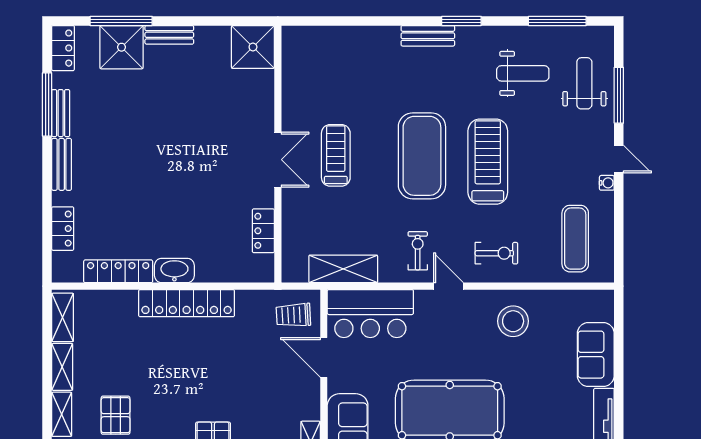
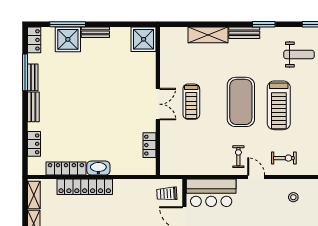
treadmill: (336, 155) -> (191, 102), turned 180
treadmill: (488, 162) -> (279, 105), turned 180
shelving: (343, 269) -> (208, 35), moved
locker: (187, 303) -> (85, 187), moved
stool: (513, 321) -> (293, 197), width x0.53, depth x0.53

